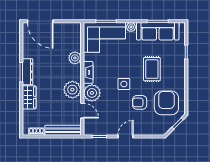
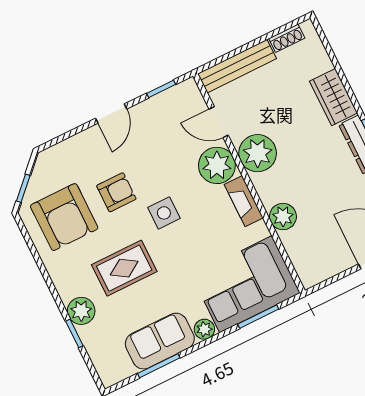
sofa: (158, 31) -> (160, 341), width x0.73
plant: (179, 60) -> (81, 311), added
rug: (152, 69) -> (124, 268), turned 90

